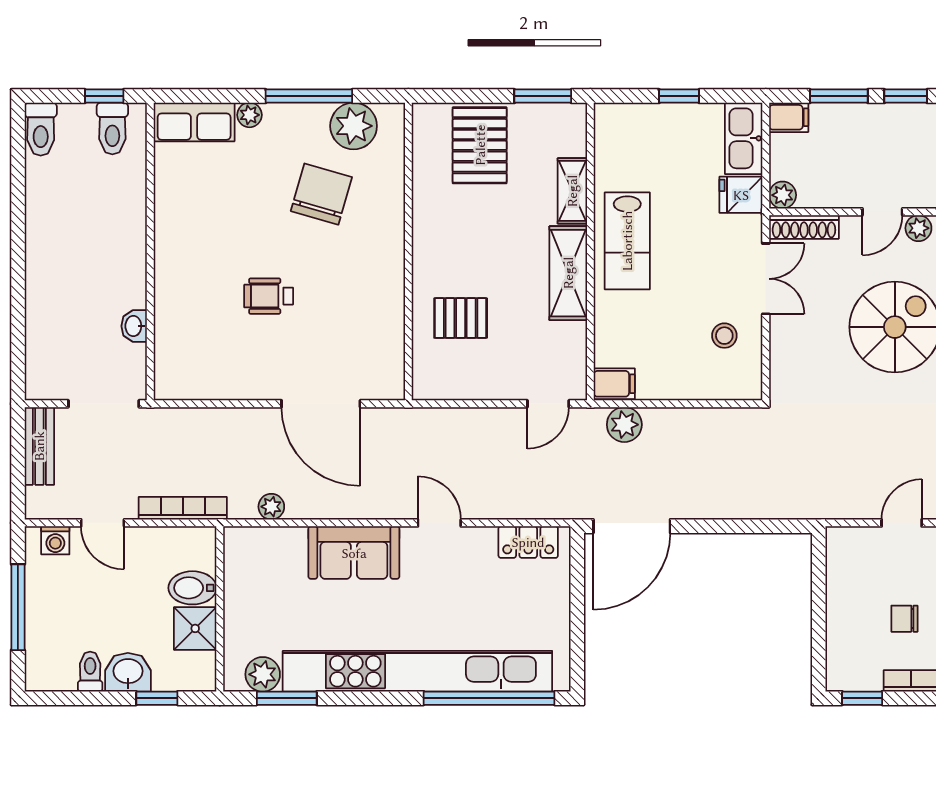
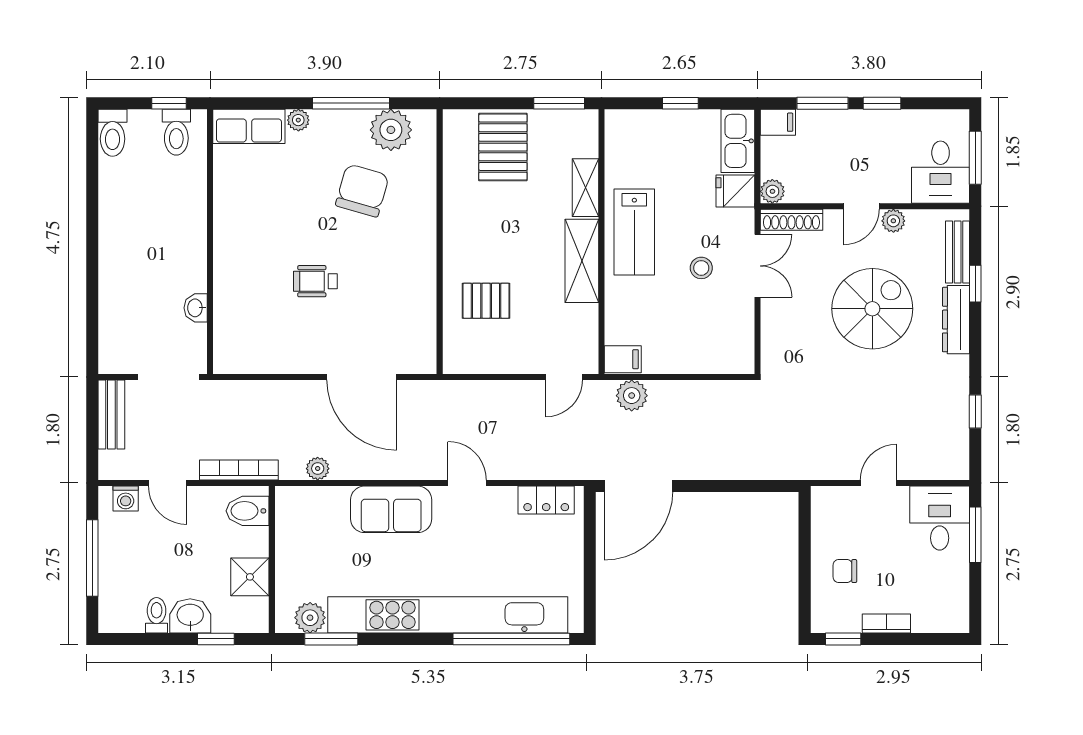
stool: (724, 336) -> (701, 268), moved
bidet: (192, 588) -> (248, 511), moved
chair: (904, 619) -> (845, 571), moved

